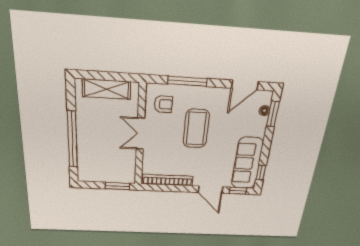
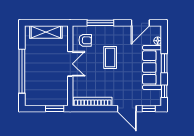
window: (273, 114) -> (164, 63), moved
coffee table: (196, 129) -> (110, 57), width x0.73, depth x0.76
double door: (140, 134) -> (70, 64), swing flipped
sofa: (247, 163) -> (152, 67), moved

